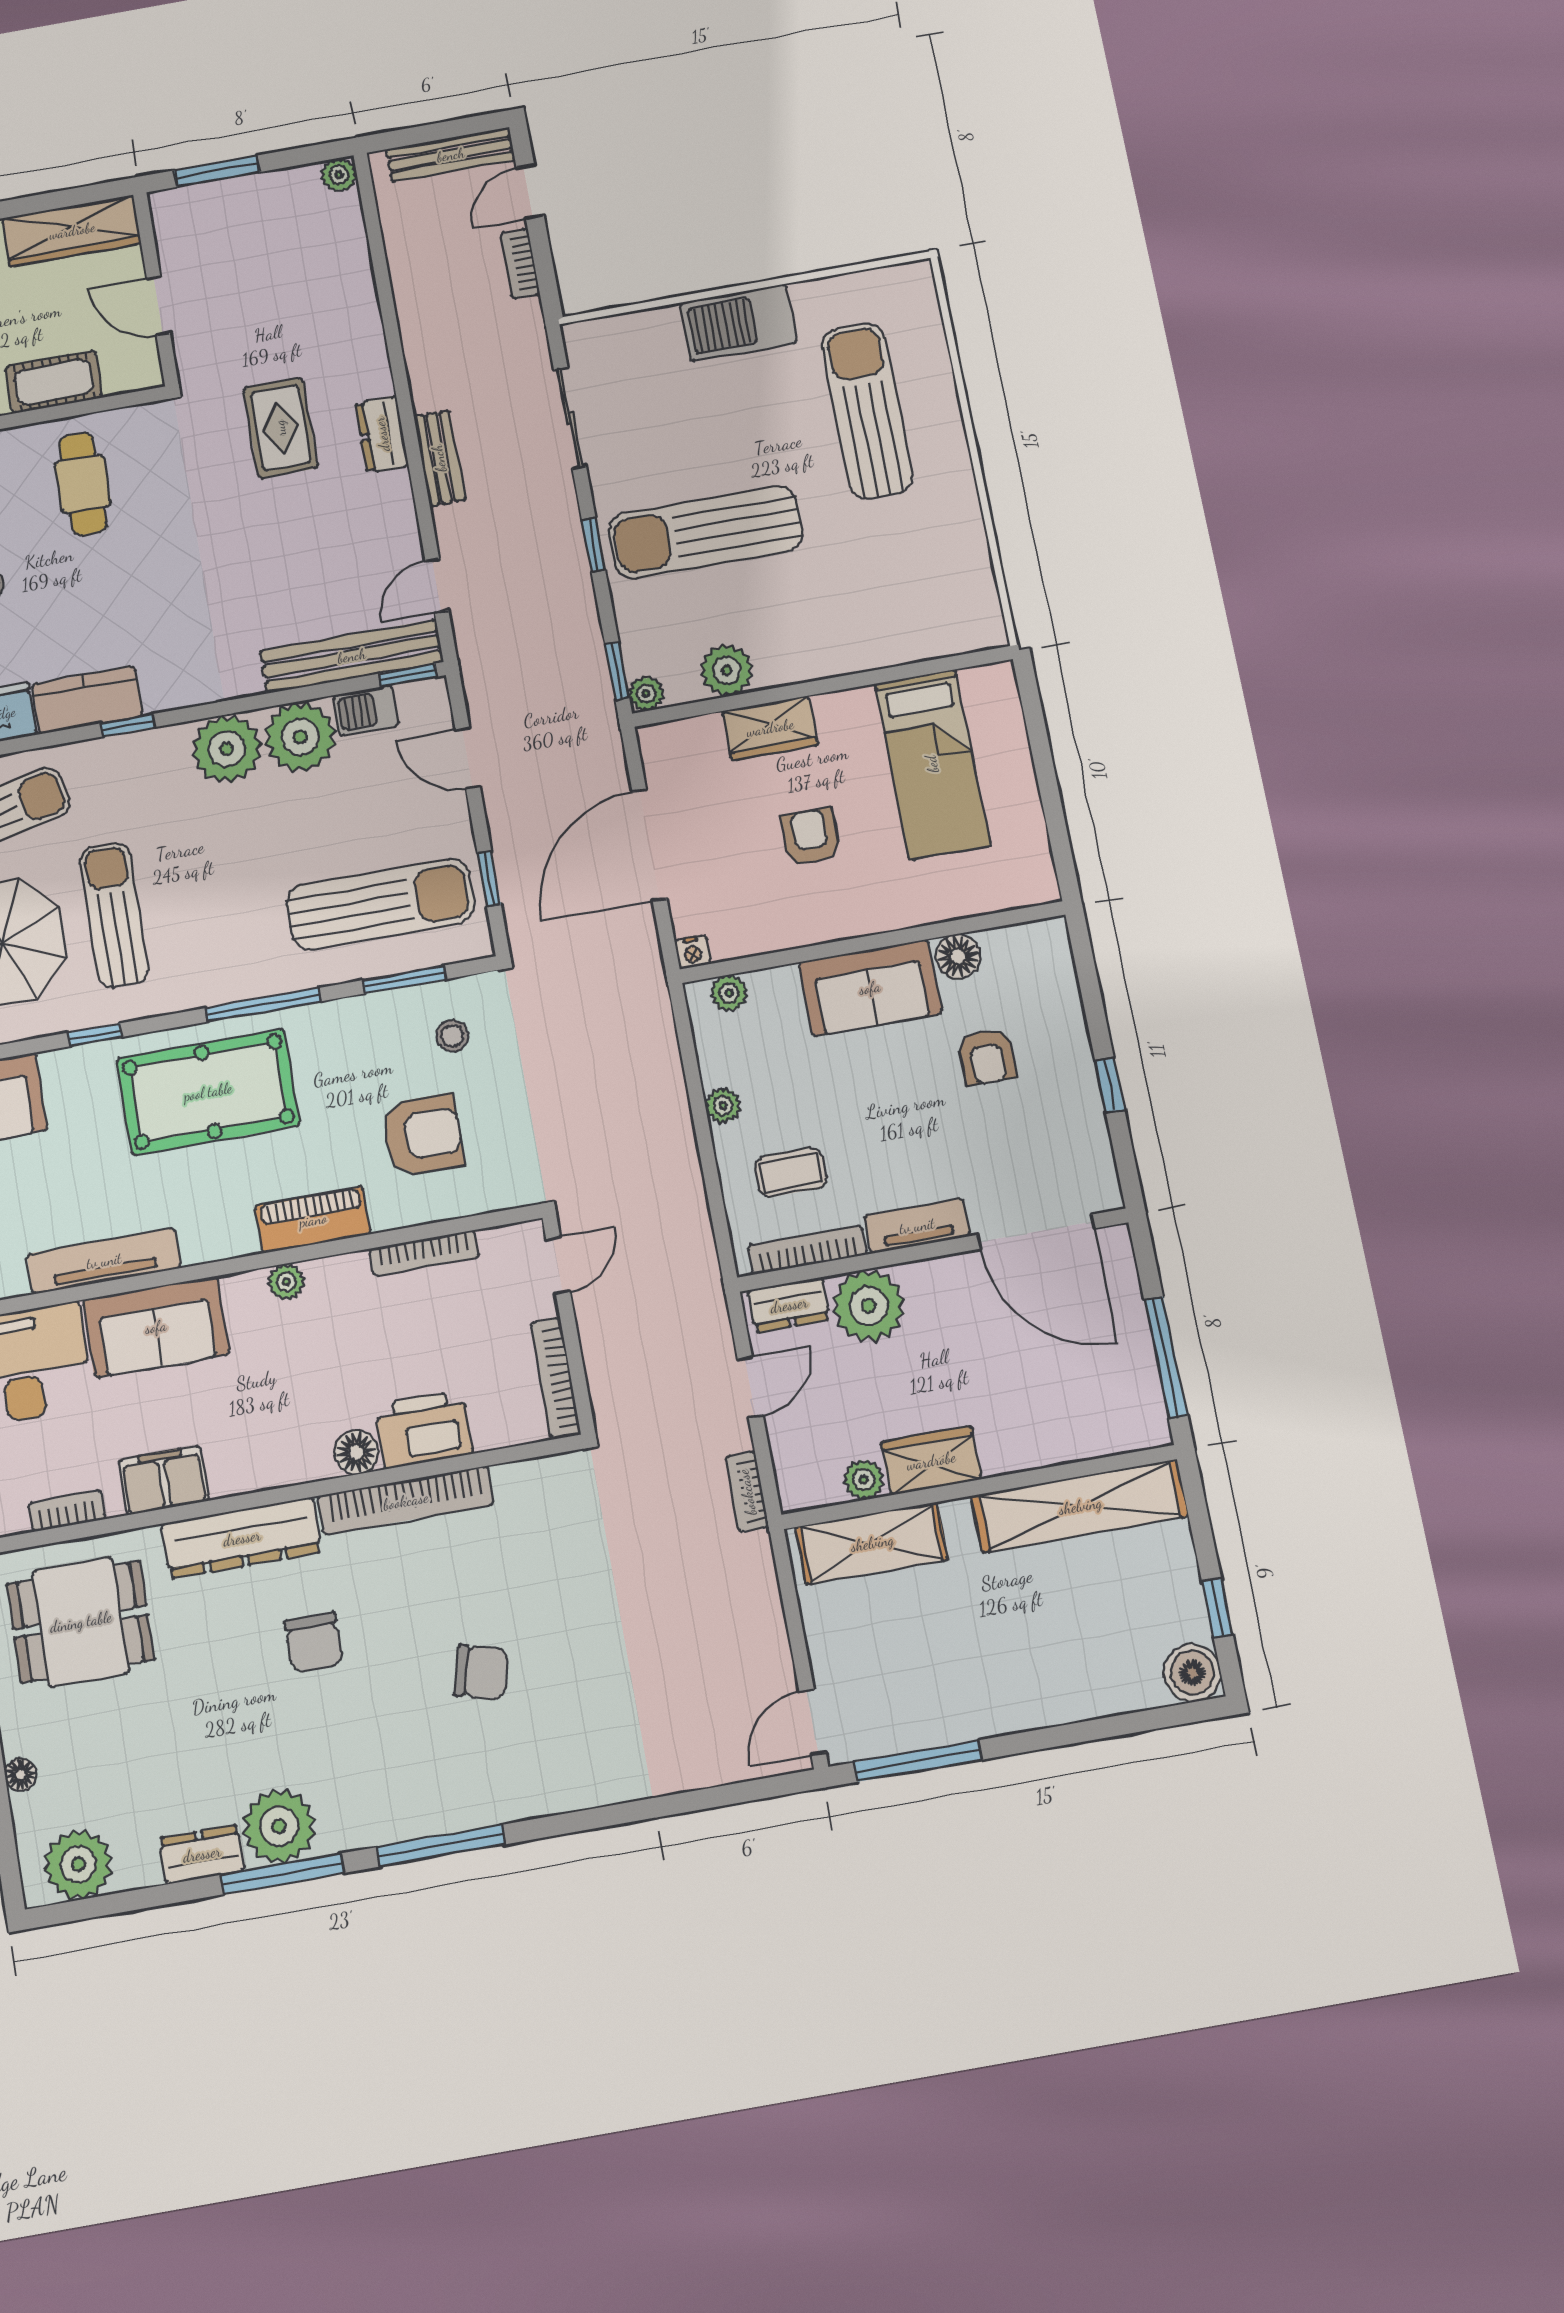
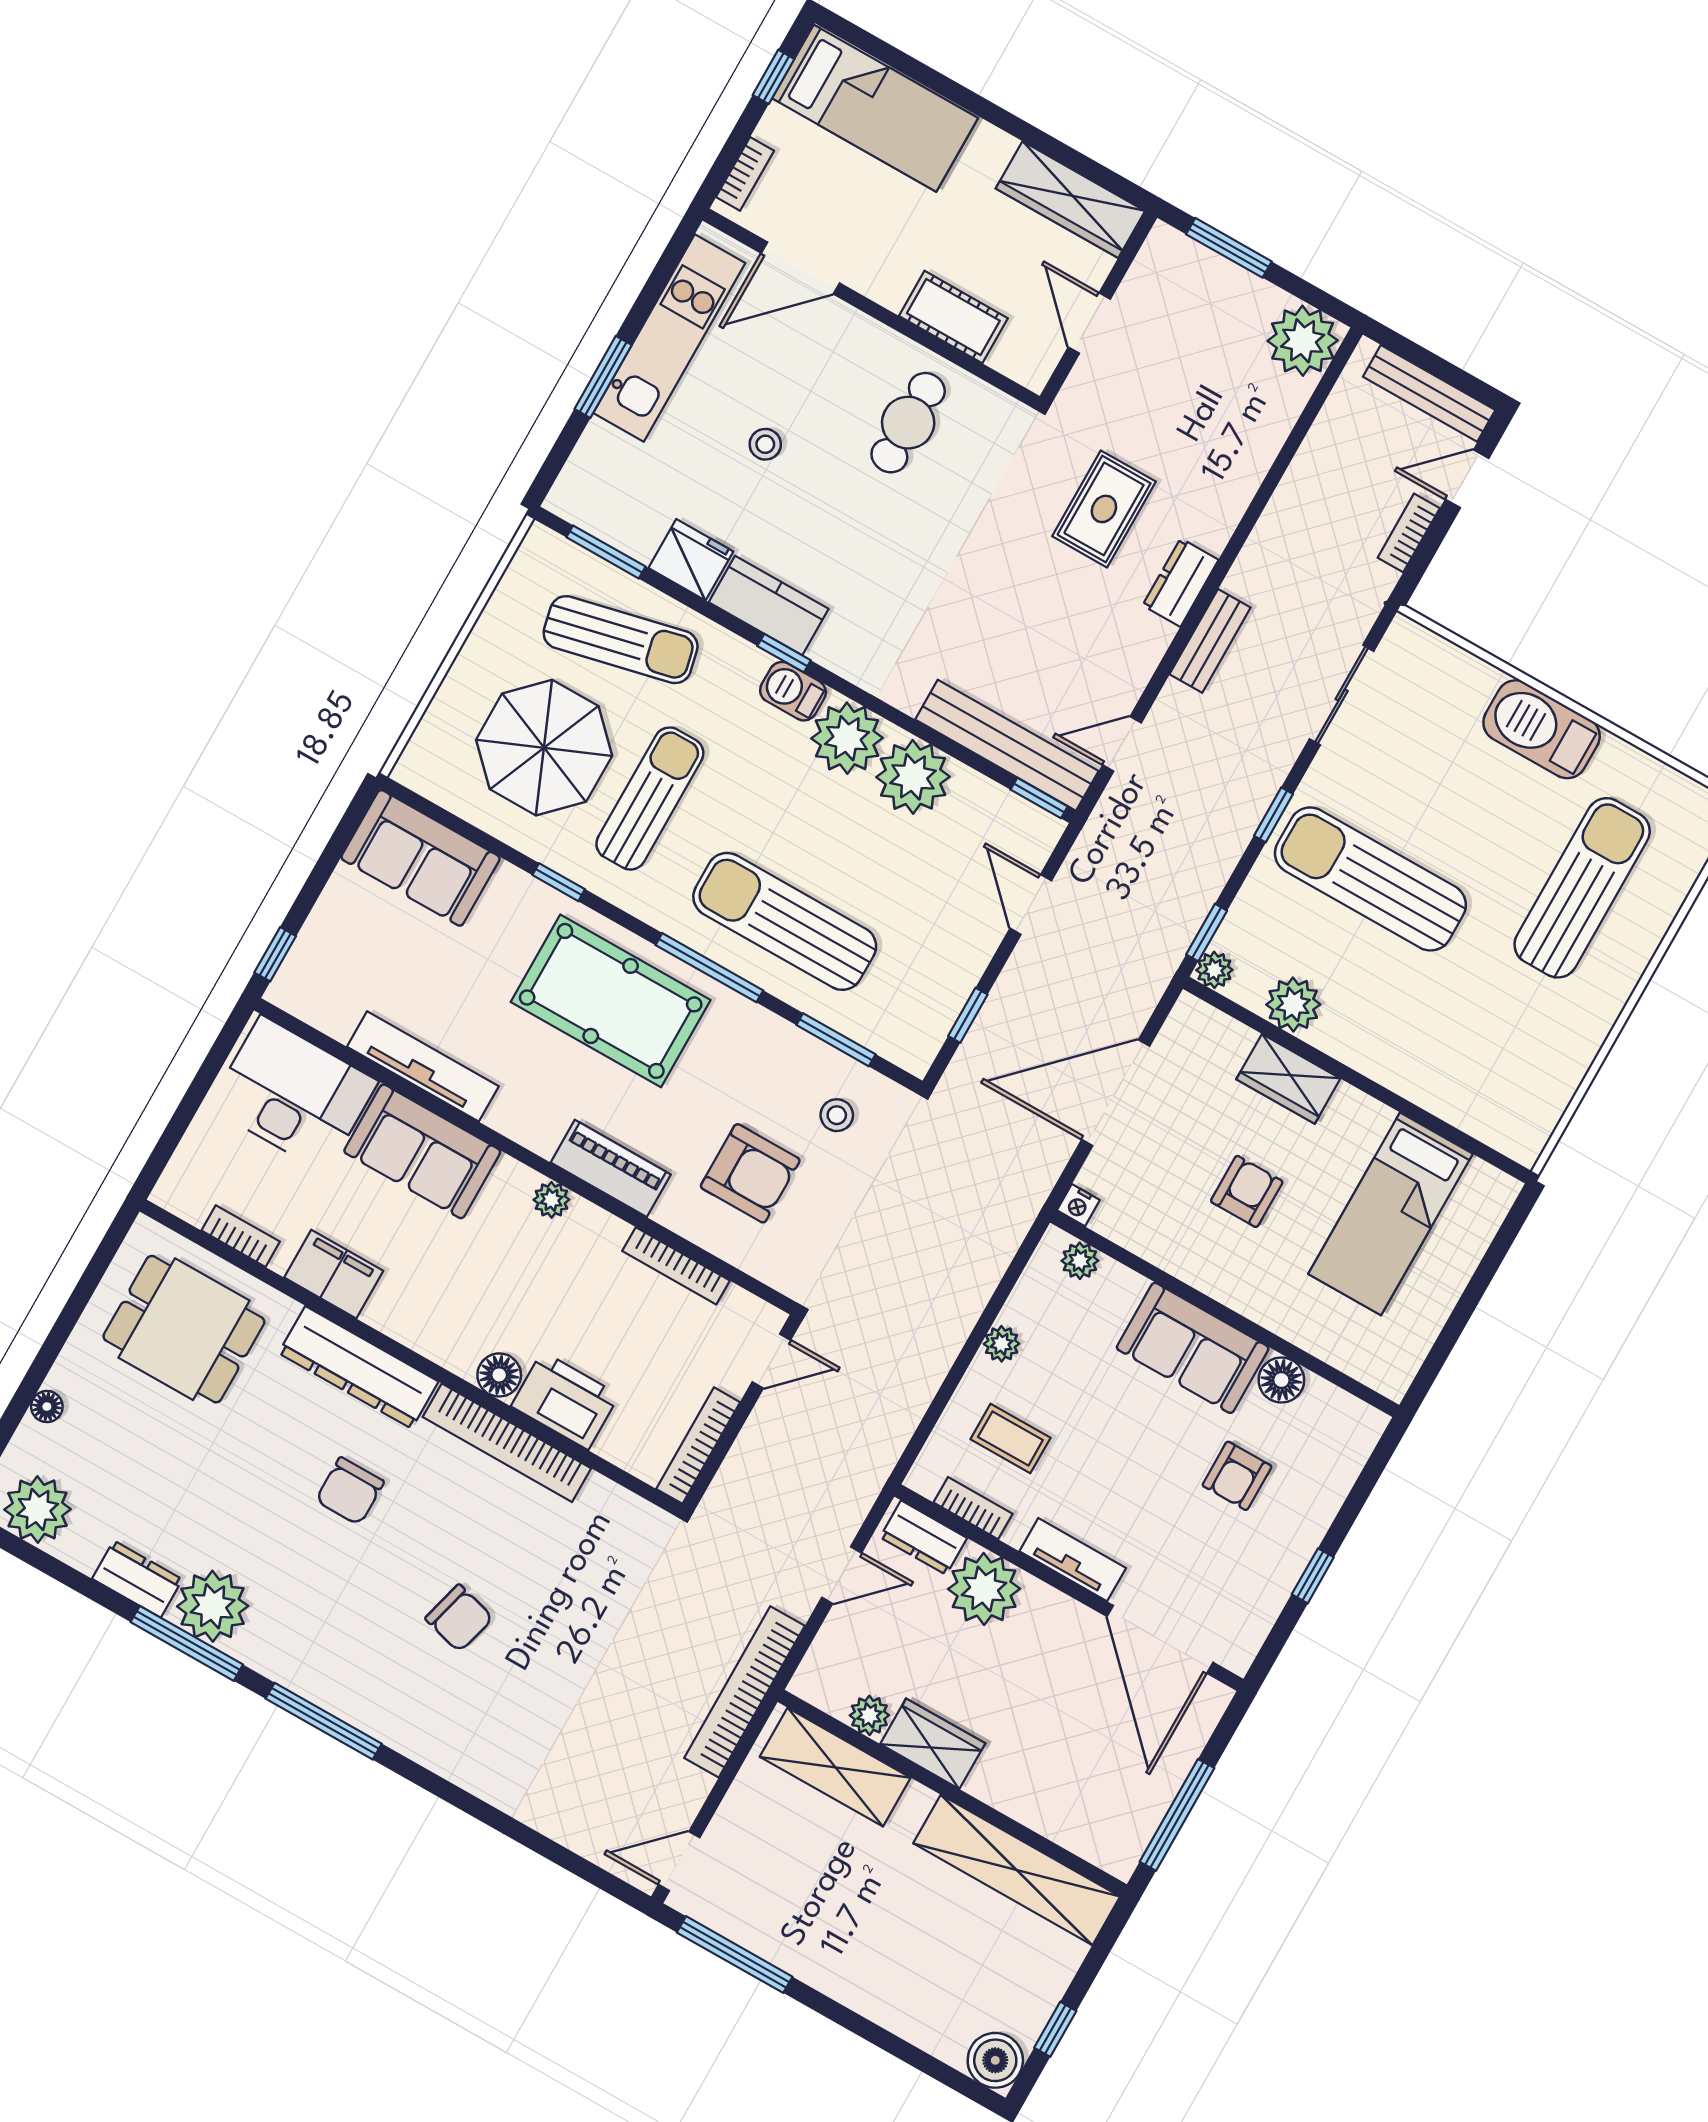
plant: (339, 175) -> (1303, 341), width x1.88, depth x1.88
barbecue: (366, 710) -> (793, 691), moved
sun lounger: (380, 904) -> (785, 921), moved, turned 180
bookcase: (807, 1250) -> (973, 1508), width x0.64
bookcase: (747, 1492) -> (744, 1692), width x2.31, depth x1.31

